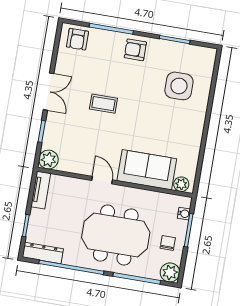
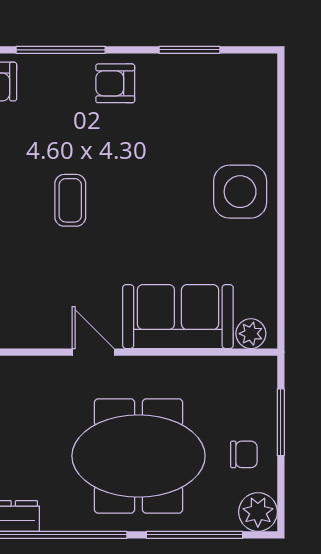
side table: (179, 86) -> (240, 192), moved
coffee table: (103, 104) -> (70, 200), turned 90
water cooler: (184, 214) -> (266, 391), removed
chair: (168, 243) -> (244, 454), turned 90

